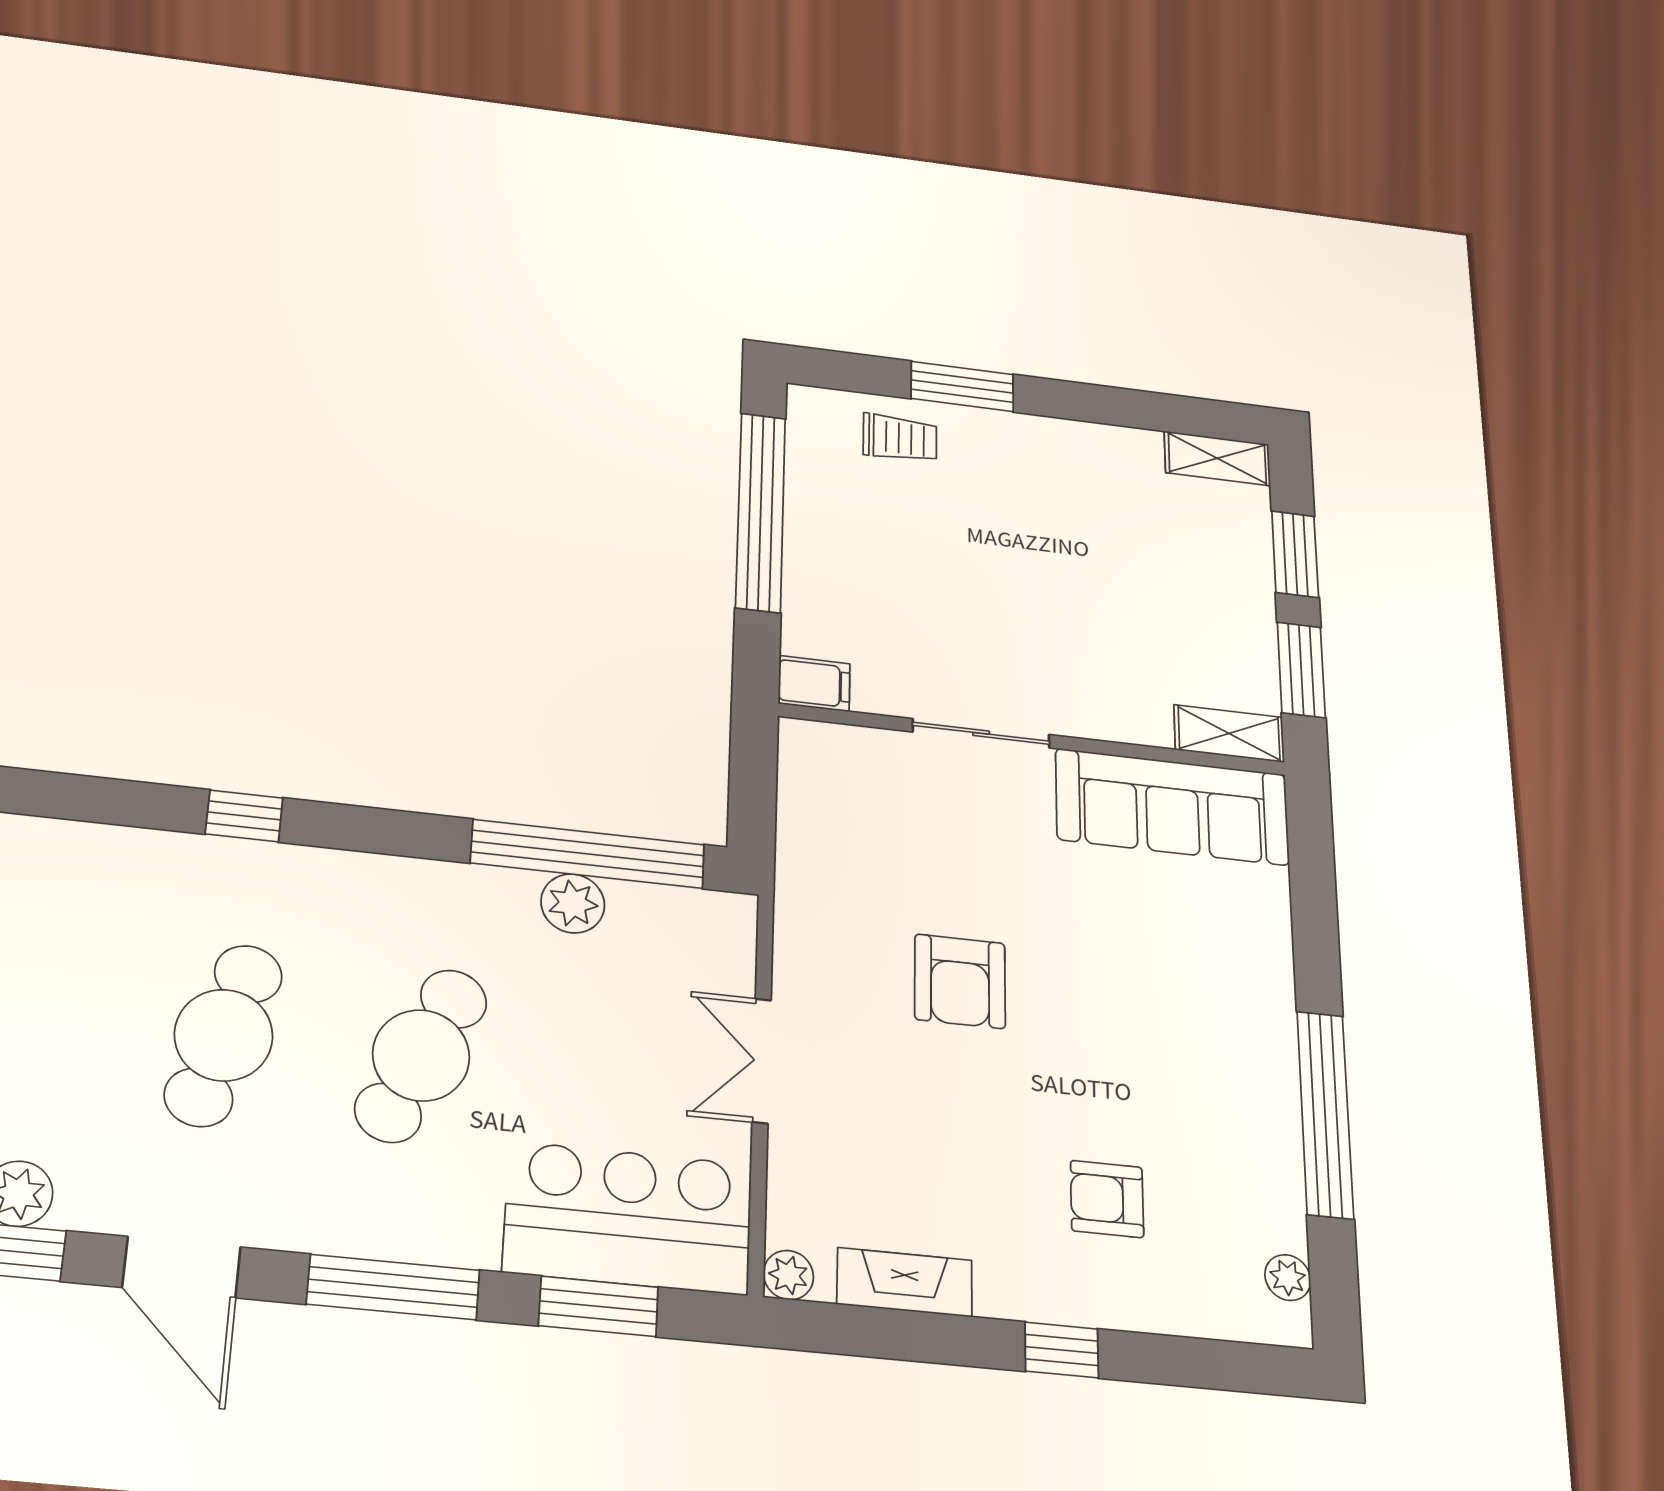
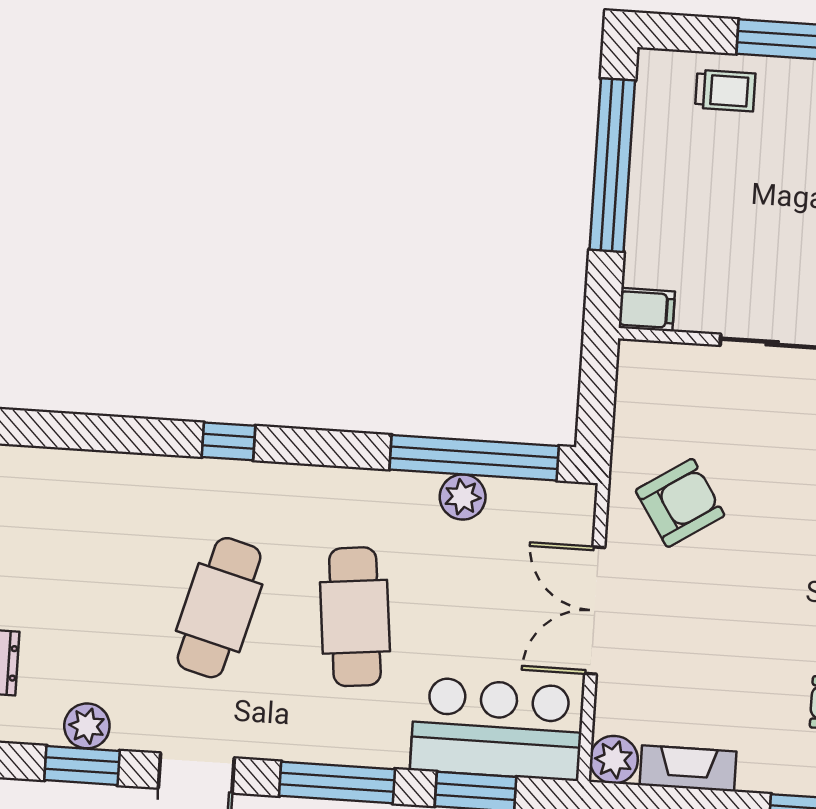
armchair: (960, 981) -> (680, 503), moved, turned -123
cafe table: (421, 1055) -> (355, 617), turned -30
double door: (762, 1061) -> (595, 611), width x1.37
plant: (788, 1275) -> (614, 760), width x1.38, depth x1.38

